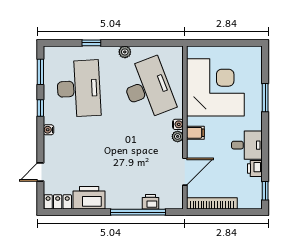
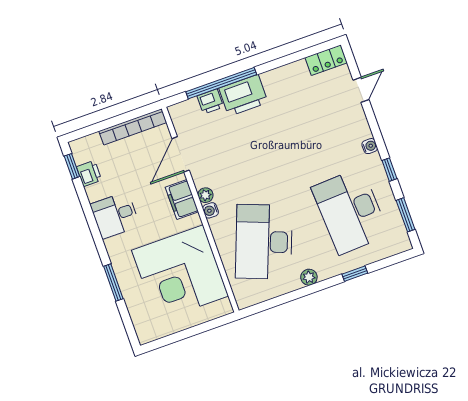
desk: (148, 88) -> (264, 242), turned 42
filing cabinet: (195, 133) -> (182, 199), width x2.00
printer: (255, 169) -> (89, 174), moved
printer: (89, 198) -> (243, 95), moved

